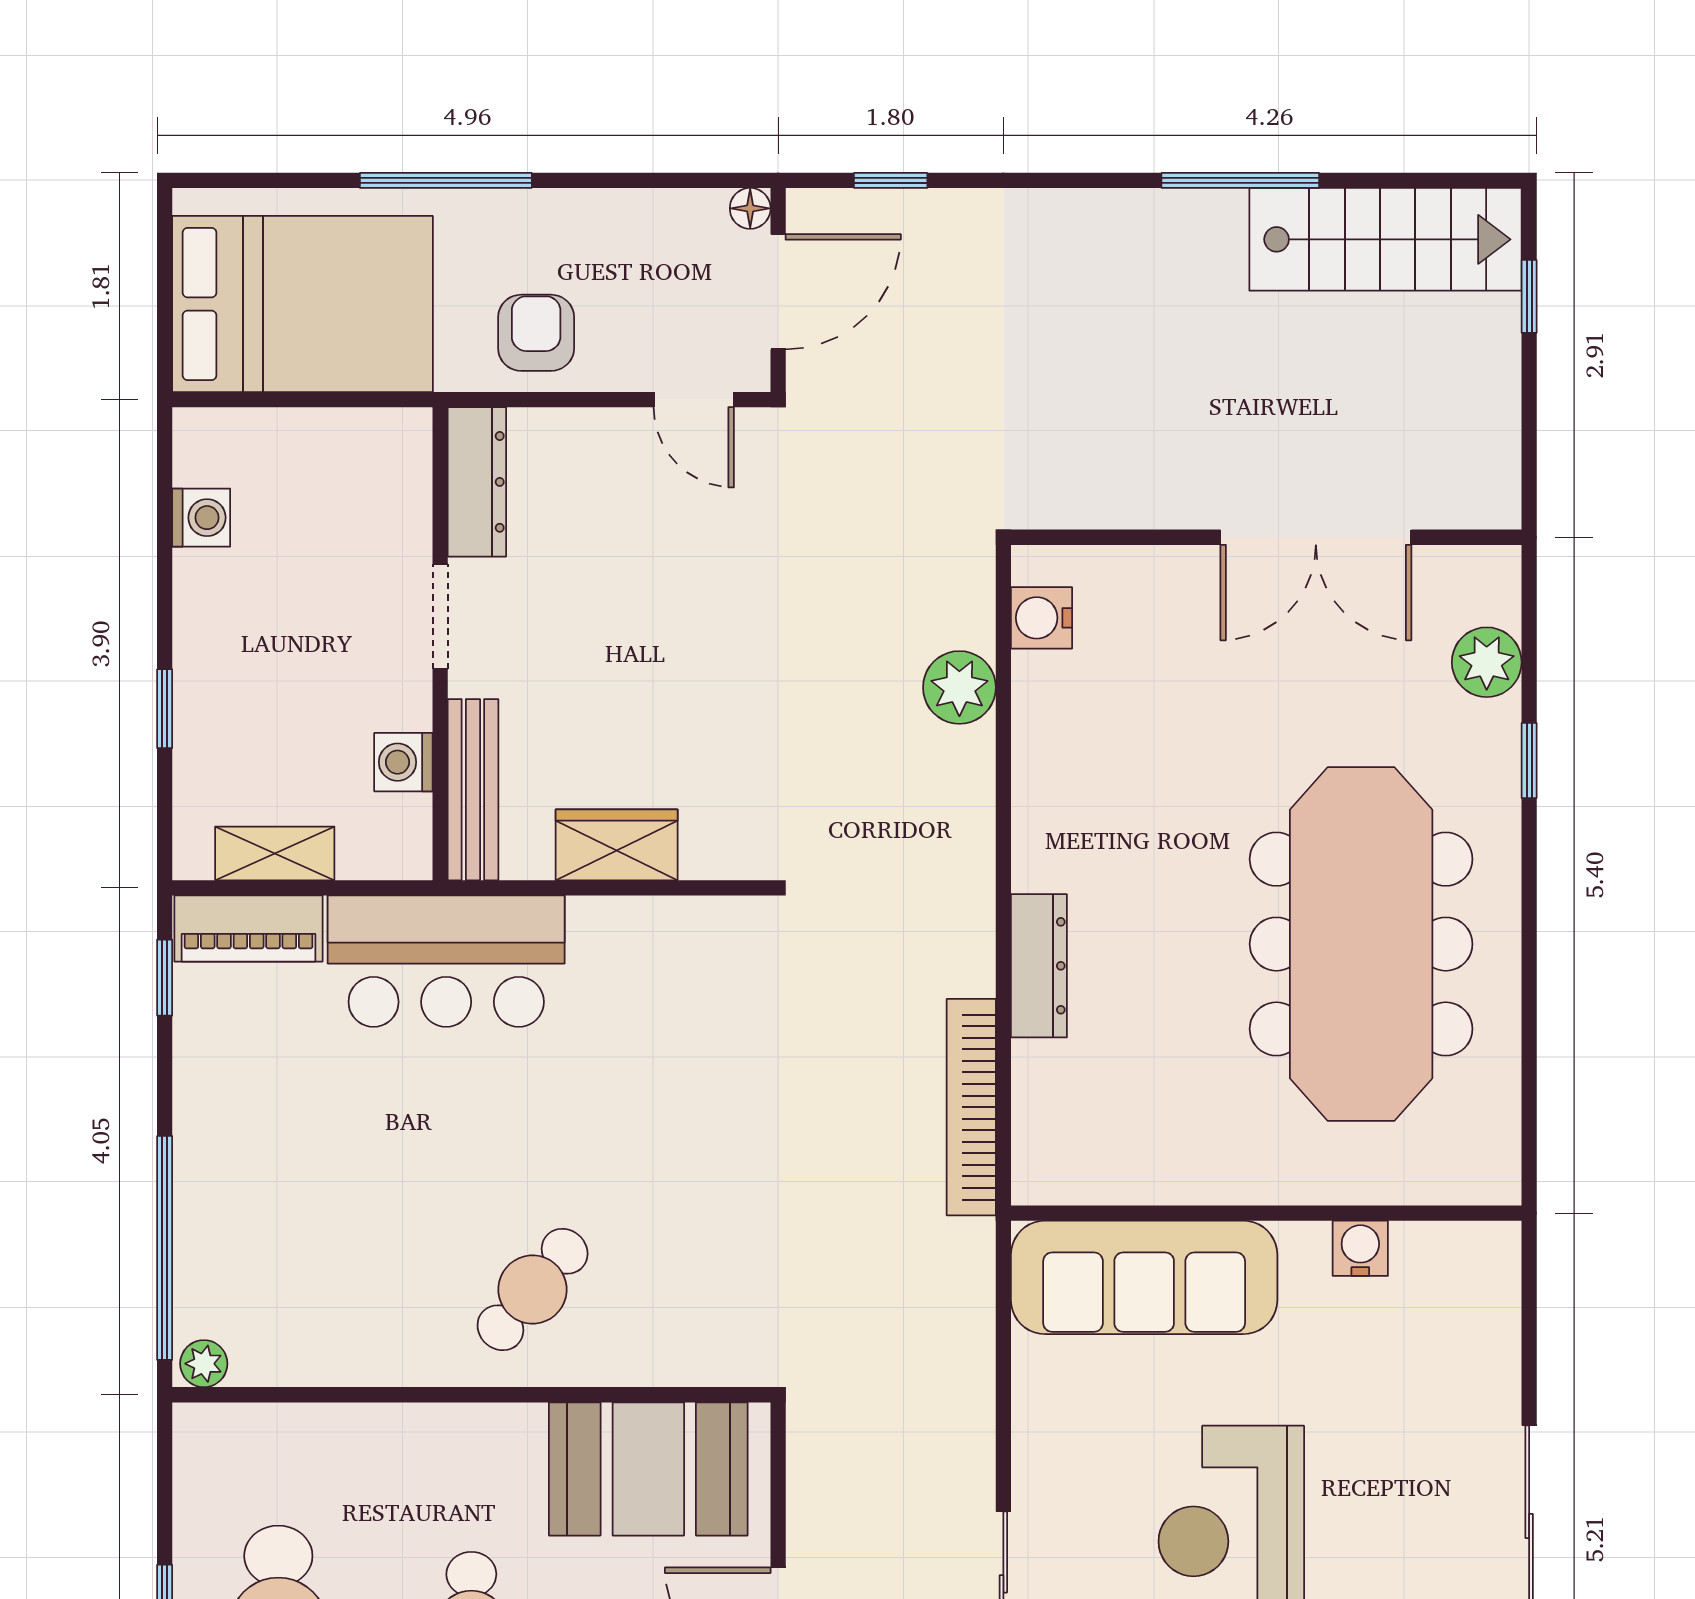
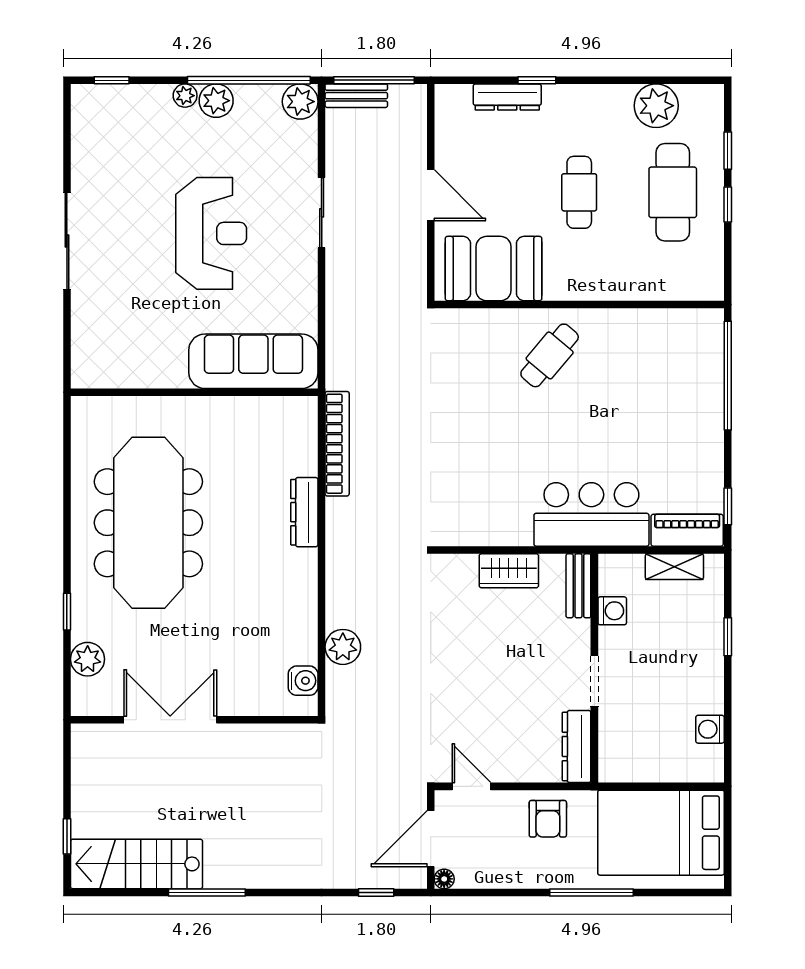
bench: (473, 790) -> (578, 586), width x0.73
water cooler: (1360, 1248) -> (149, 375), removed
plant: (204, 1364) -> (709, 320), removed

